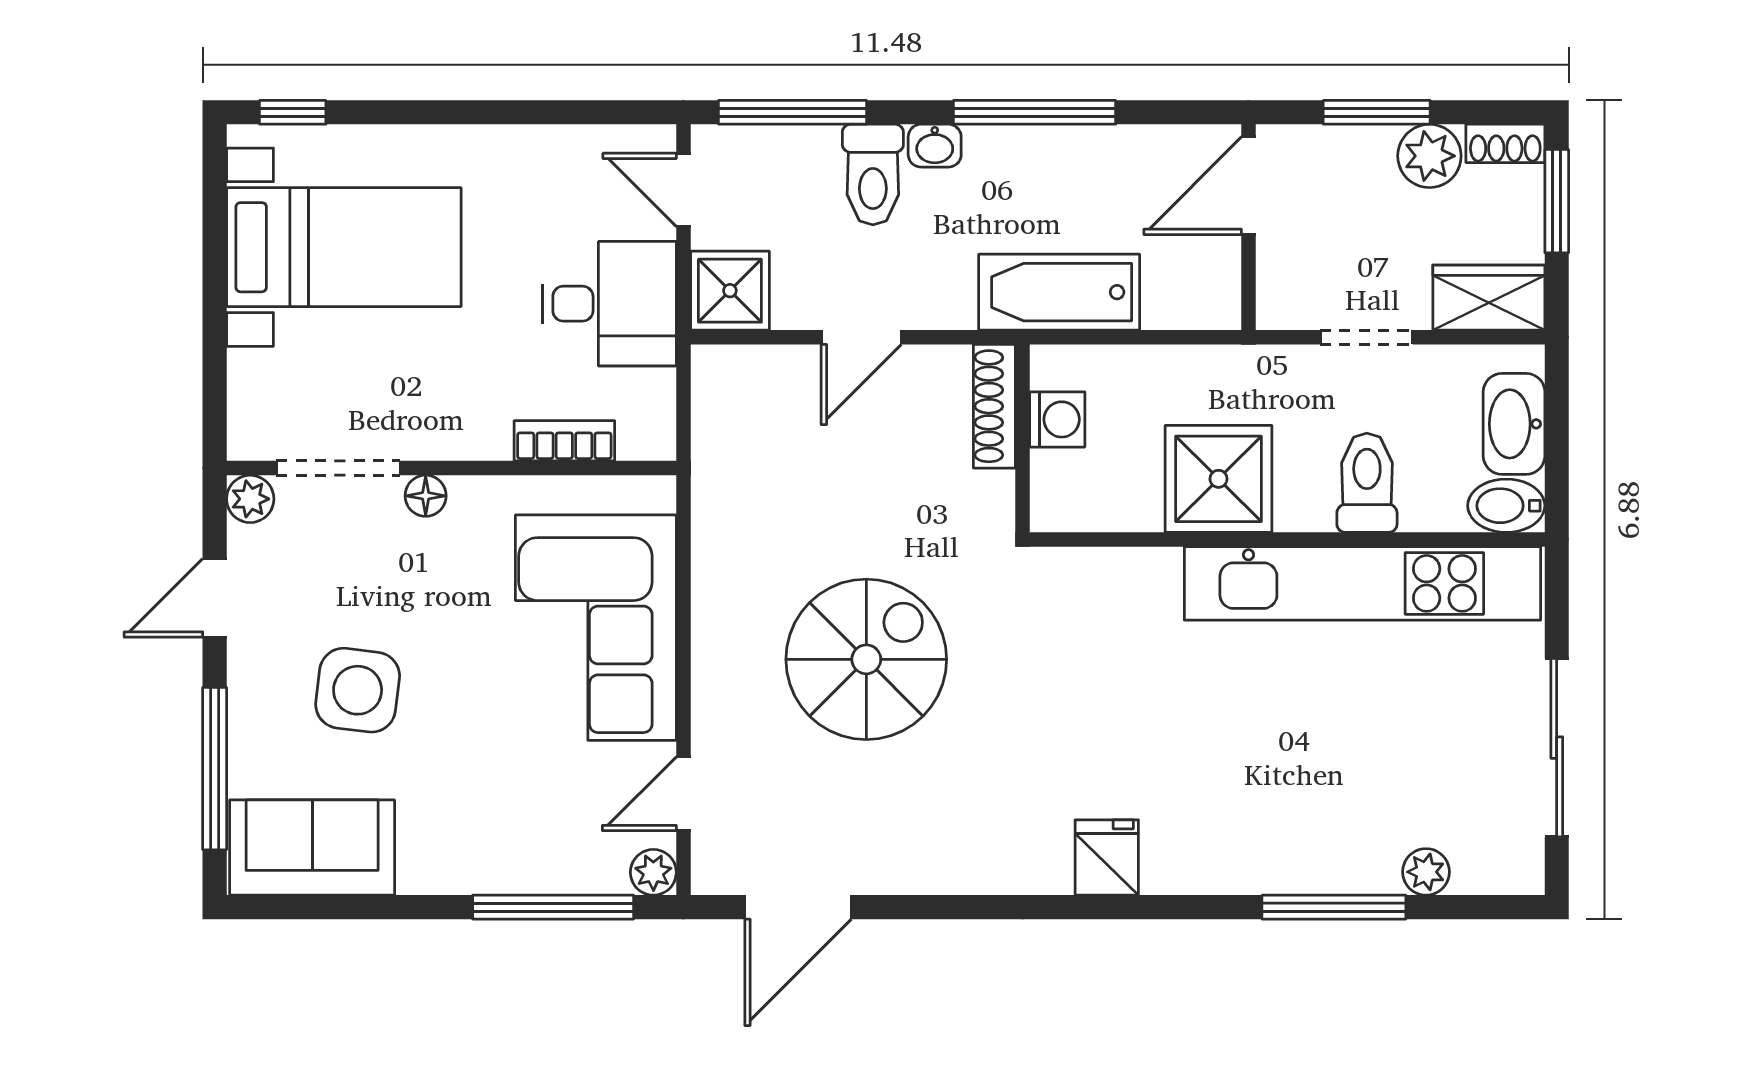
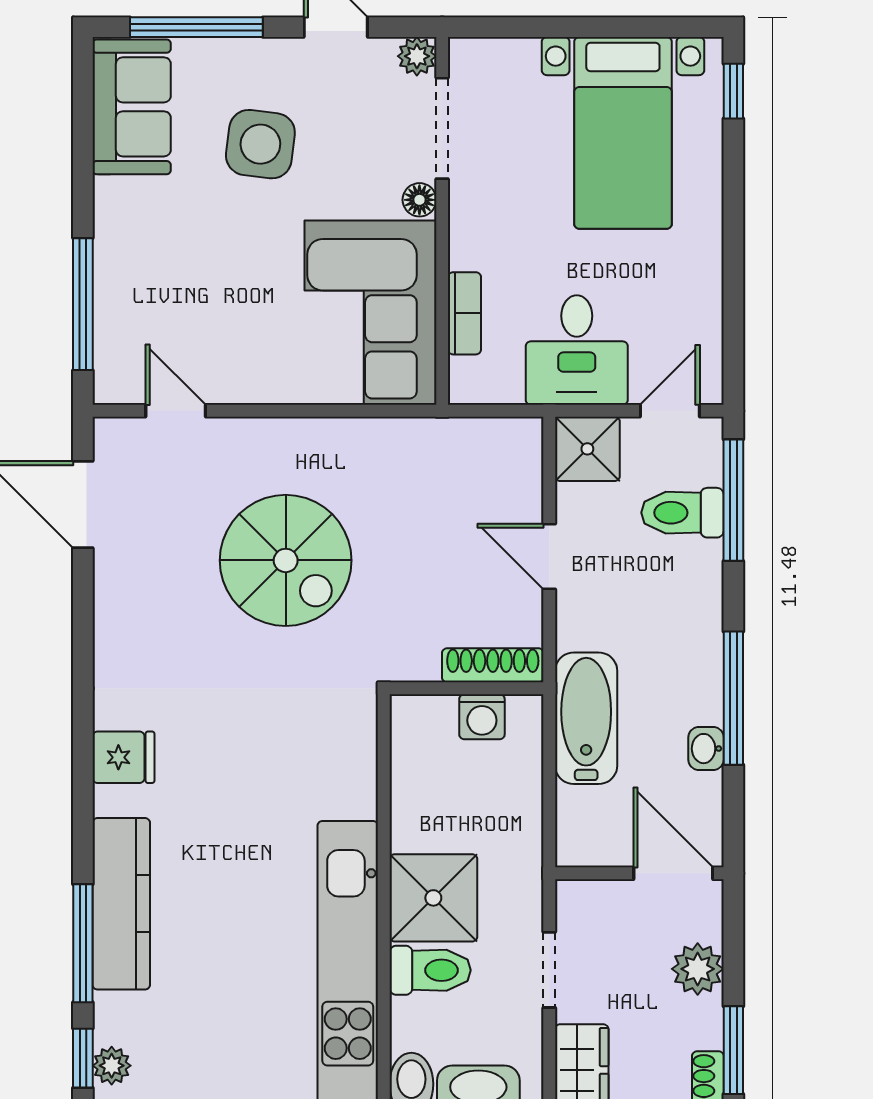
window: (1377, 112) -> (733, 1050), moved
washbasin: (935, 146) -> (706, 749), moved
plant: (1429, 156) -> (698, 969), moved
toilet: (873, 175) -> (682, 513), moved
shower: (1218, 479) -> (433, 898), moved
corner sofa: (596, 628) -> (370, 313), moved, turned -90
kitchen counter: (1286, 860) -> (121, 904), added
plant: (653, 872) -> (111, 386), removed
plant: (1426, 872) -> (112, 1066), moved
window: (1474, 907) -> (83, 1058), added

